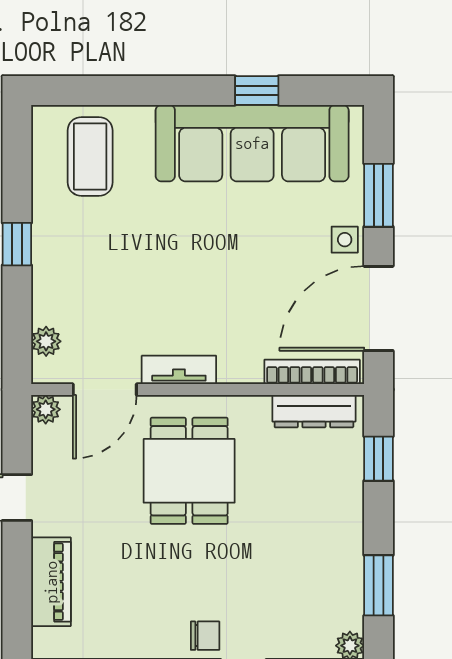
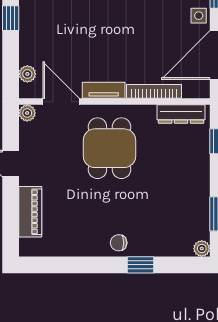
bookcase: (312, 372) -> (154, 91), moved
door: (105, 390) -> (61, 102), swing flipped
chair: (205, 636) -> (119, 243), turned 180

